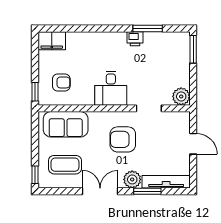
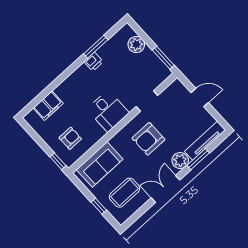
filing cabinet: (52, 41) -> (48, 106), moved
window: (193, 49) -> (163, 58), moved
plant: (181, 96) -> (136, 45), moved
window: (35, 175) -> (99, 206), moved

